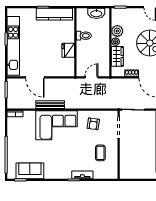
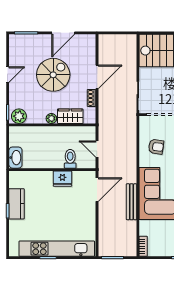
washbasin: (96, 13) -> (15, 158), moved
kitchen counter: (54, 14) -> (16, 204), width x0.67
plant: (117, 31) -> (19, 116), moved
toilet: (84, 36) -> (70, 159), moved
door: (35, 77) -> (97, 190), moved

